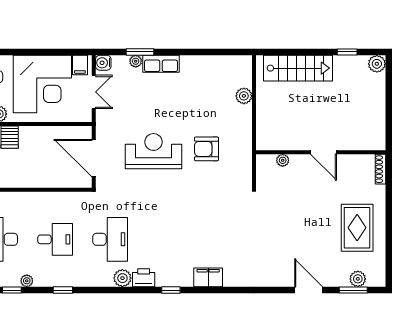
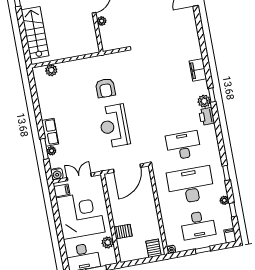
plant: (244, 96) -> (51, 70), moved
plant: (283, 160) -> (102, 21), moved
desk: (55, 239) -> (191, 185), width x1.87, depth x1.30
plant: (122, 278) -> (204, 101), moved

